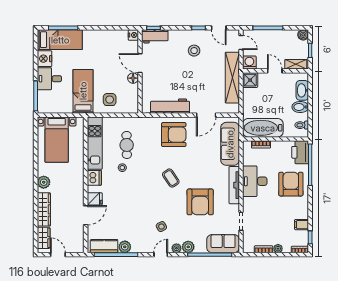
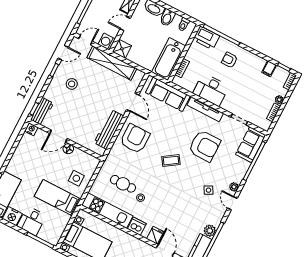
armchair: (291, 184) -> (230, 60), width x0.53, depth x0.53
plant: (188, 247) -> (238, 176), removed

